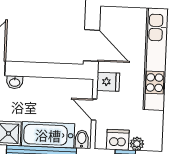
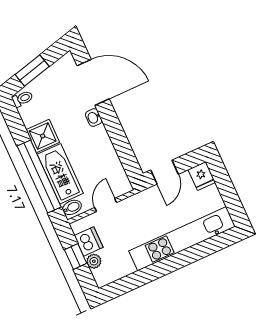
door: (91, 45) -> (164, 172), width x0.73
fridge: (108, 82) -> (202, 176), moved

